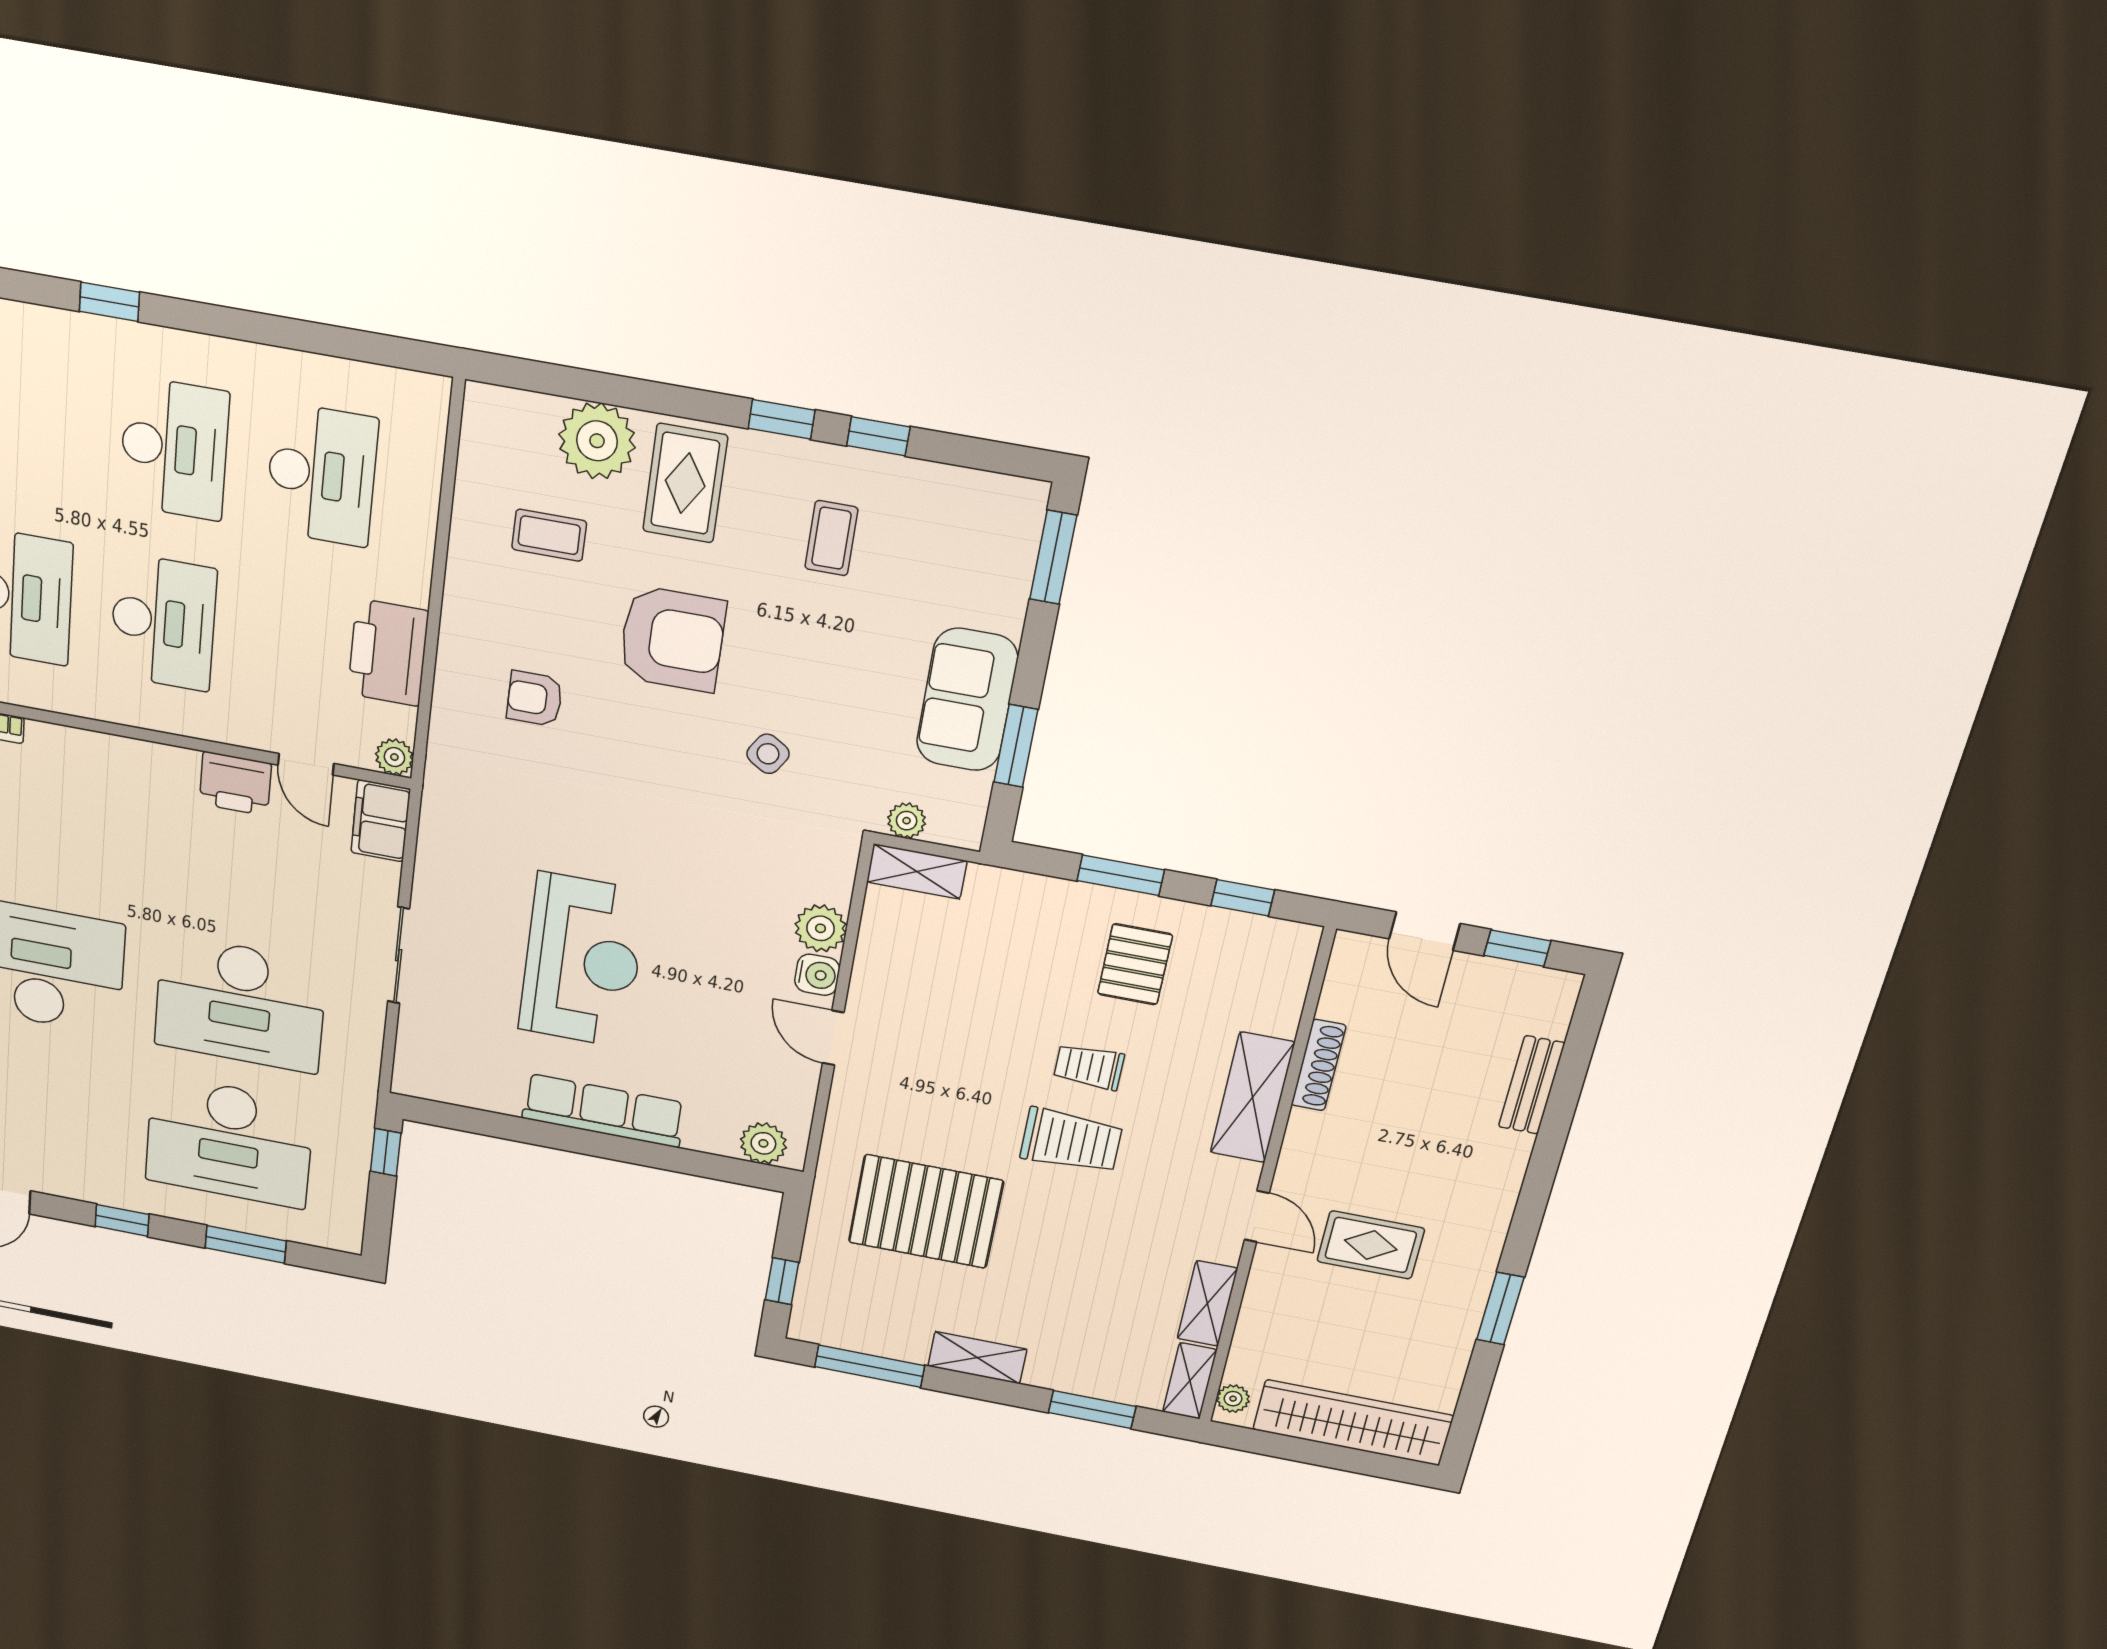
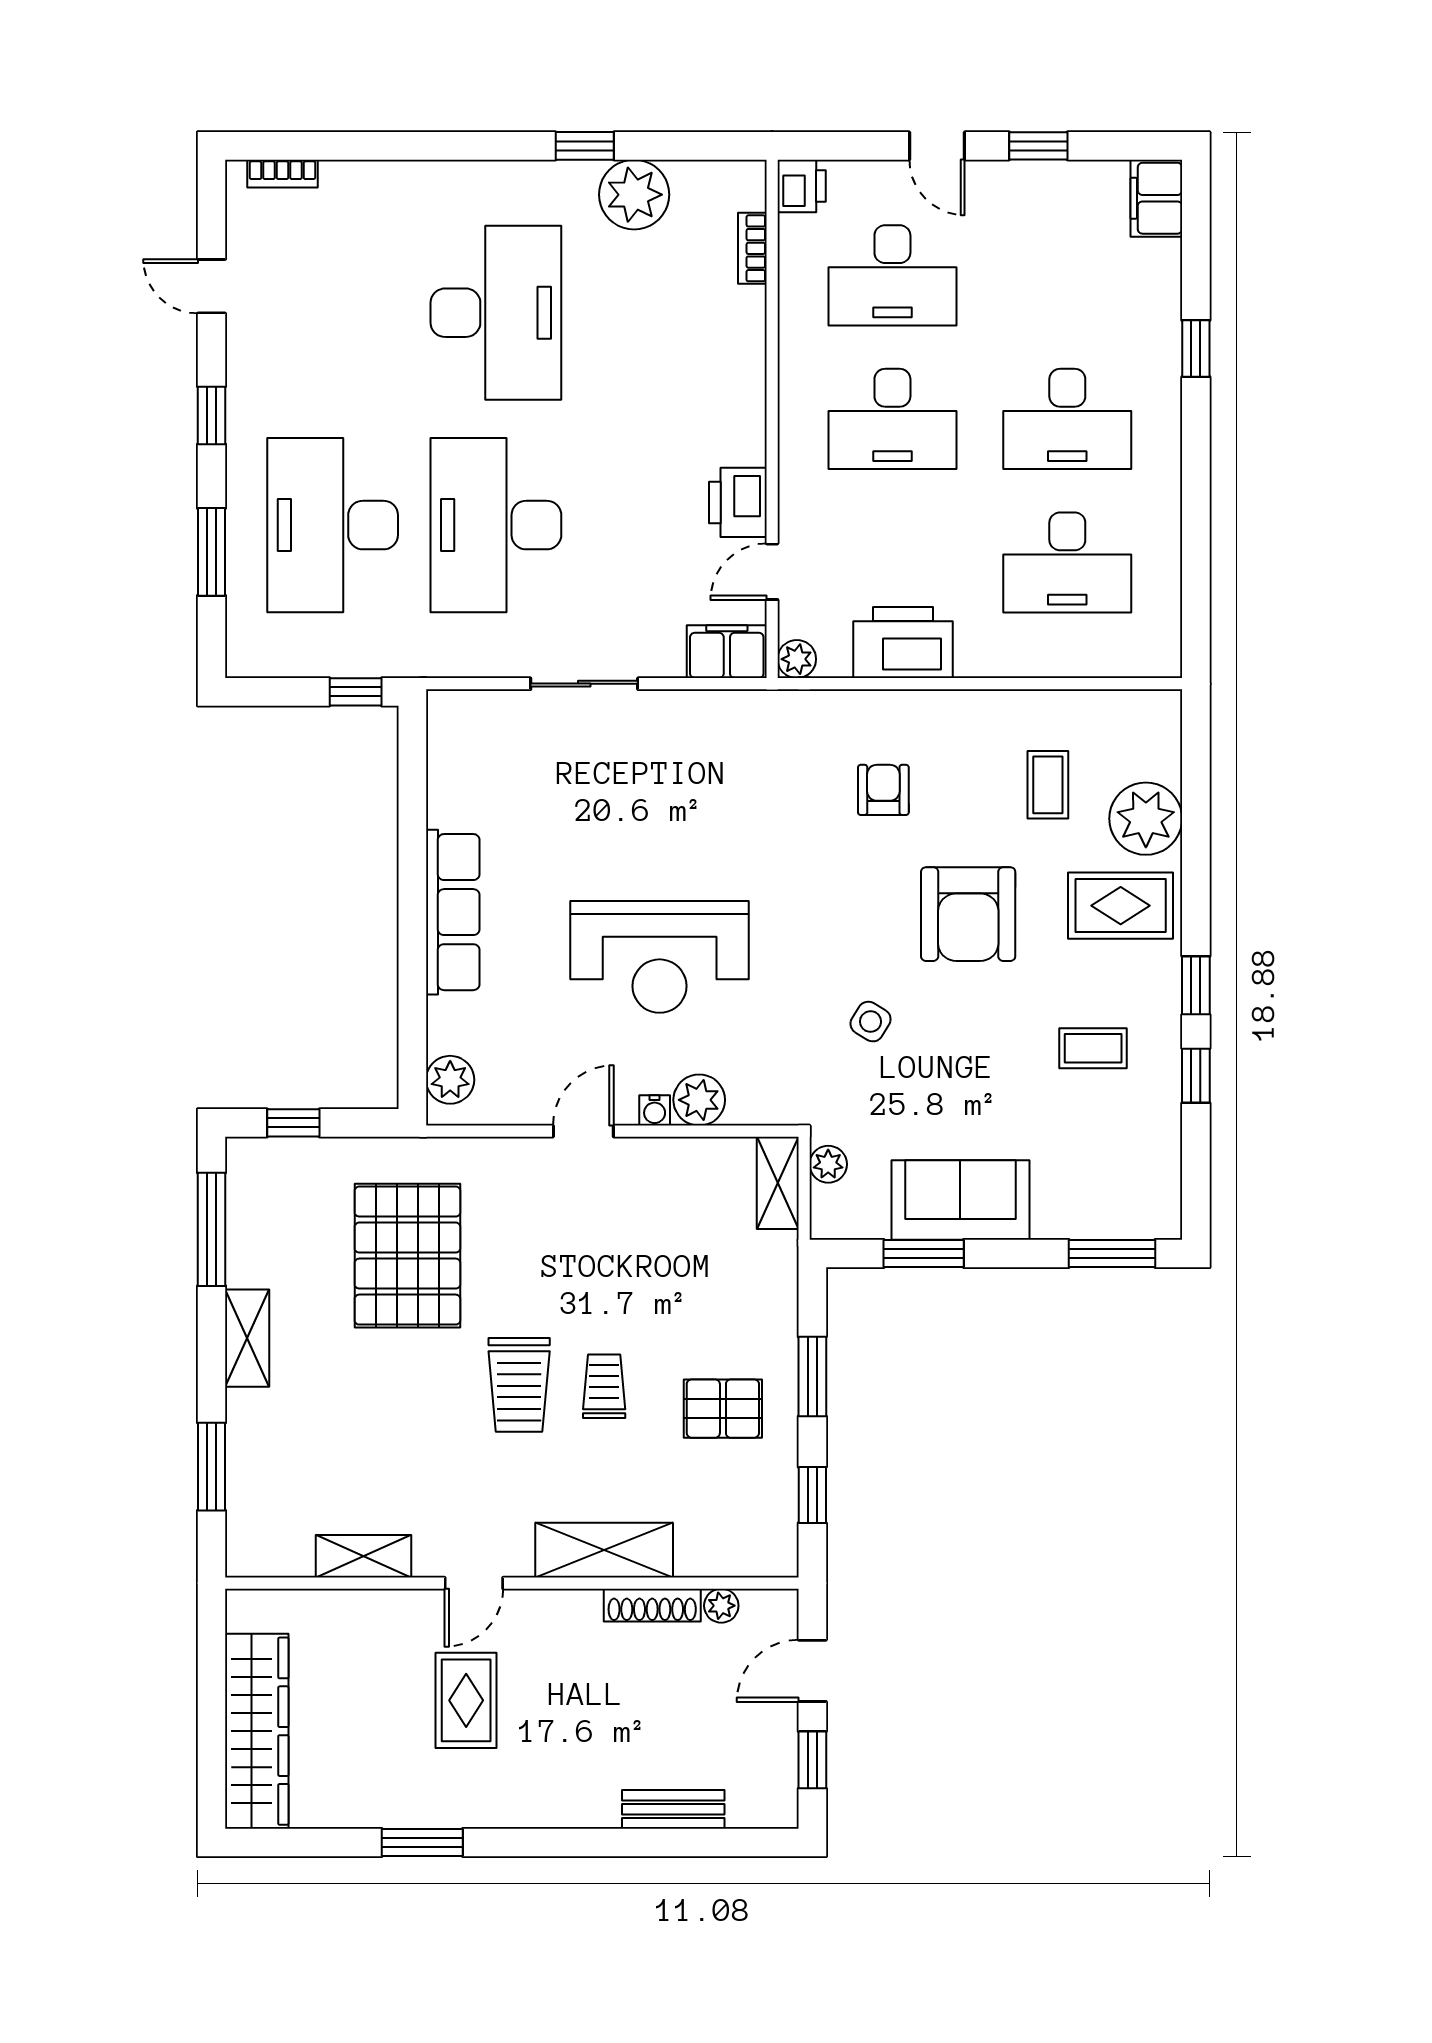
reception desk: (582, 961) -> (660, 957), moved
water cooler: (817, 975) -> (655, 1110), width x0.72, depth x0.72
shelving: (1190, 1381) -> (269, 1558), removed
plant: (1233, 1399) -> (721, 1606), moved

